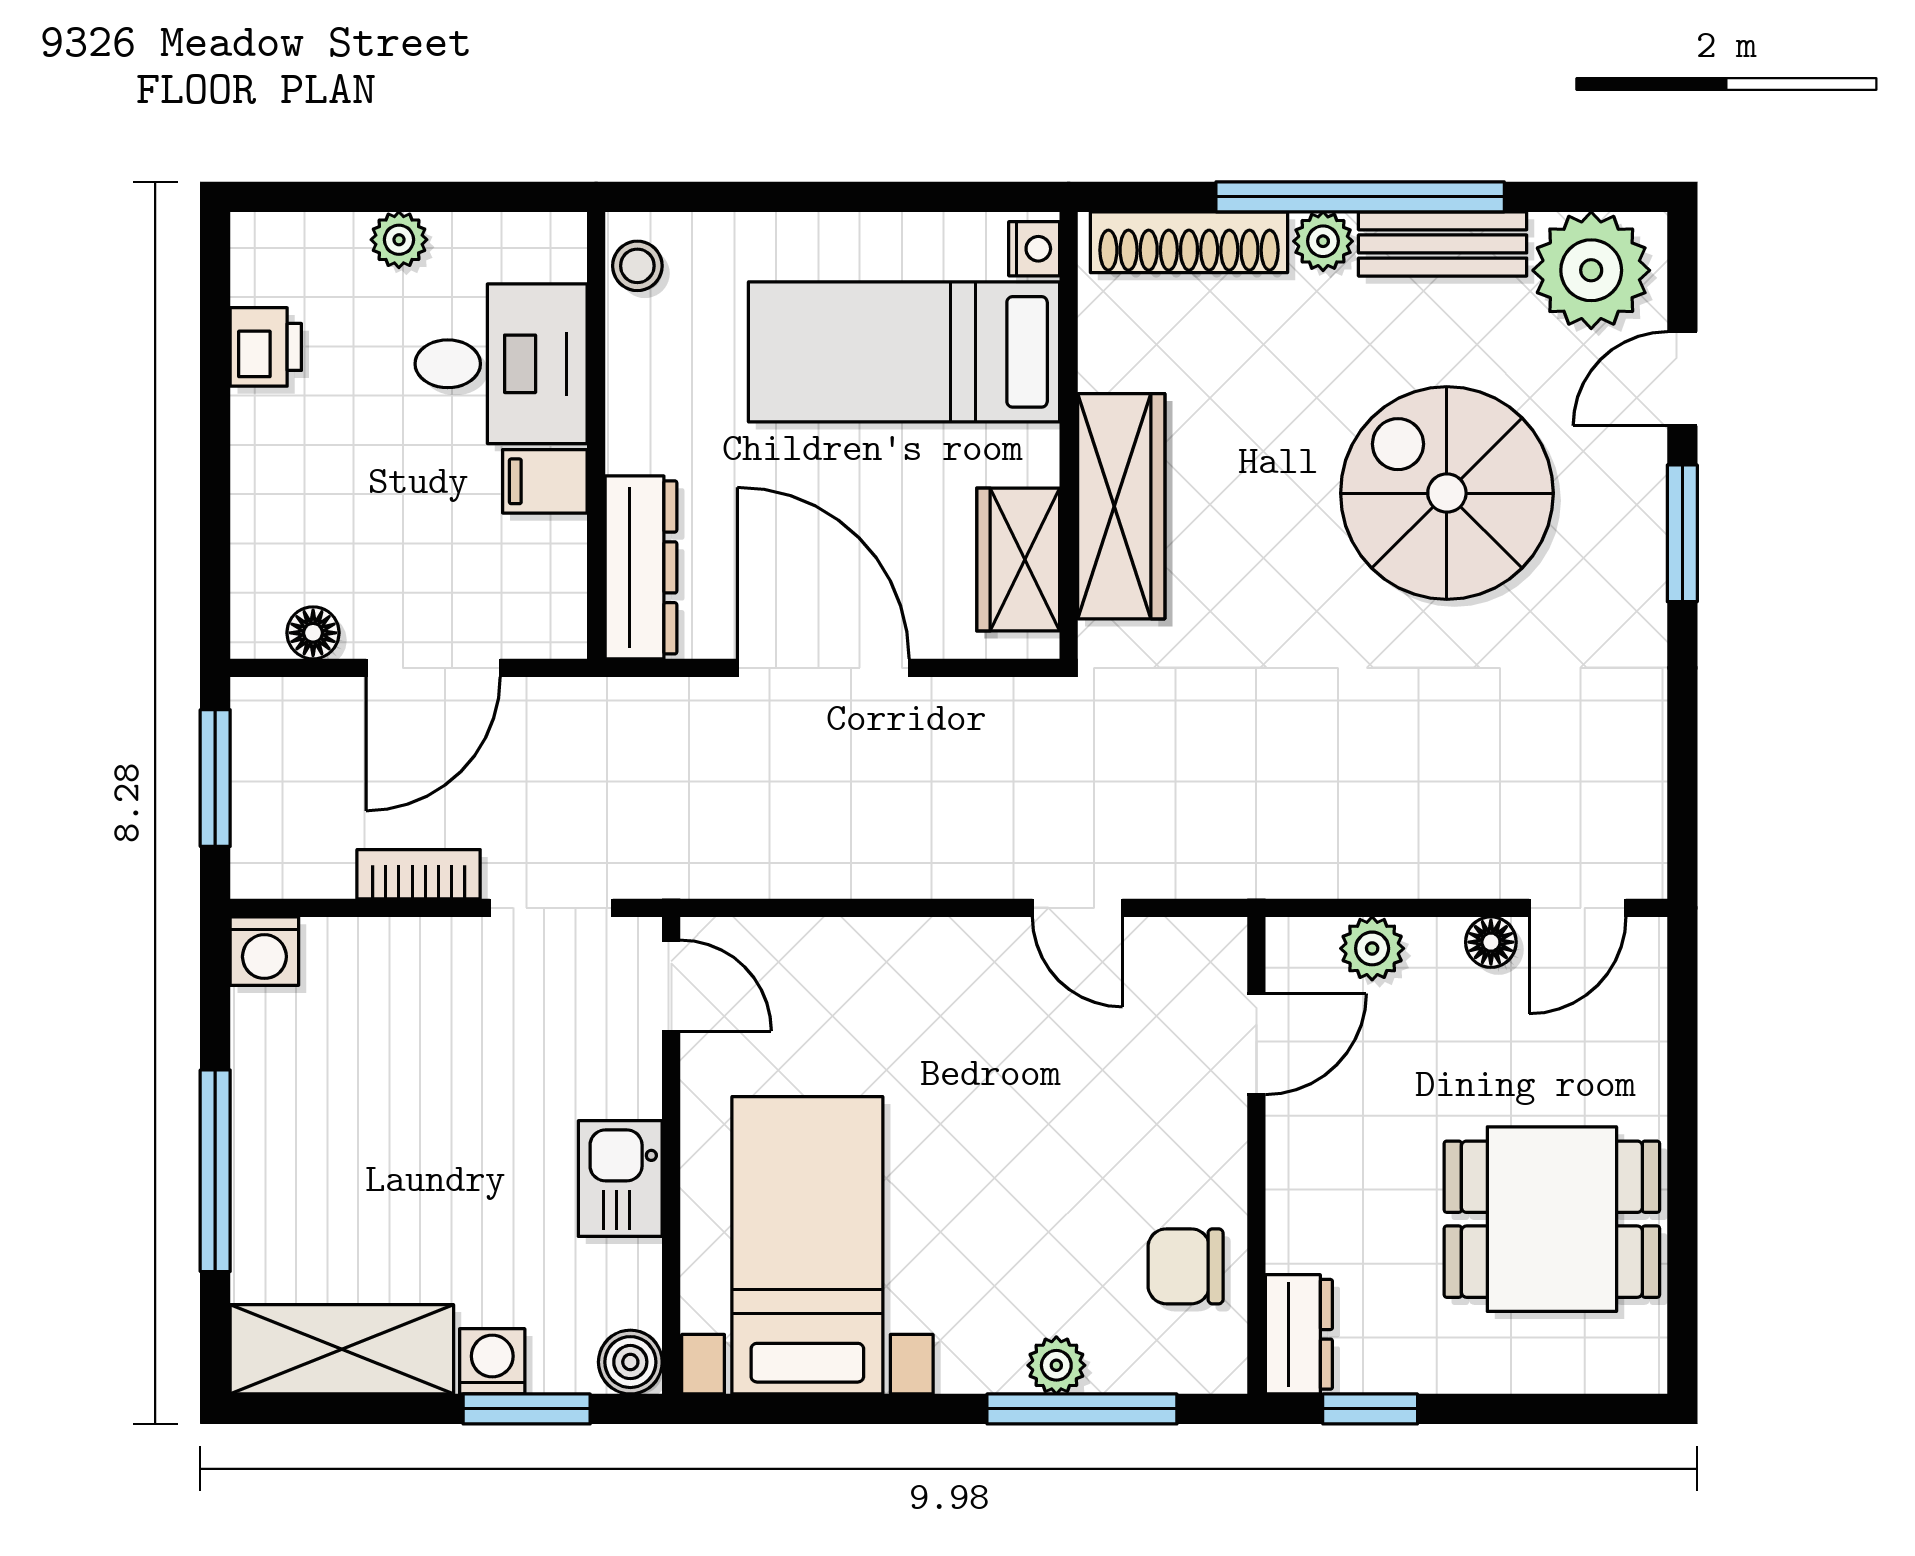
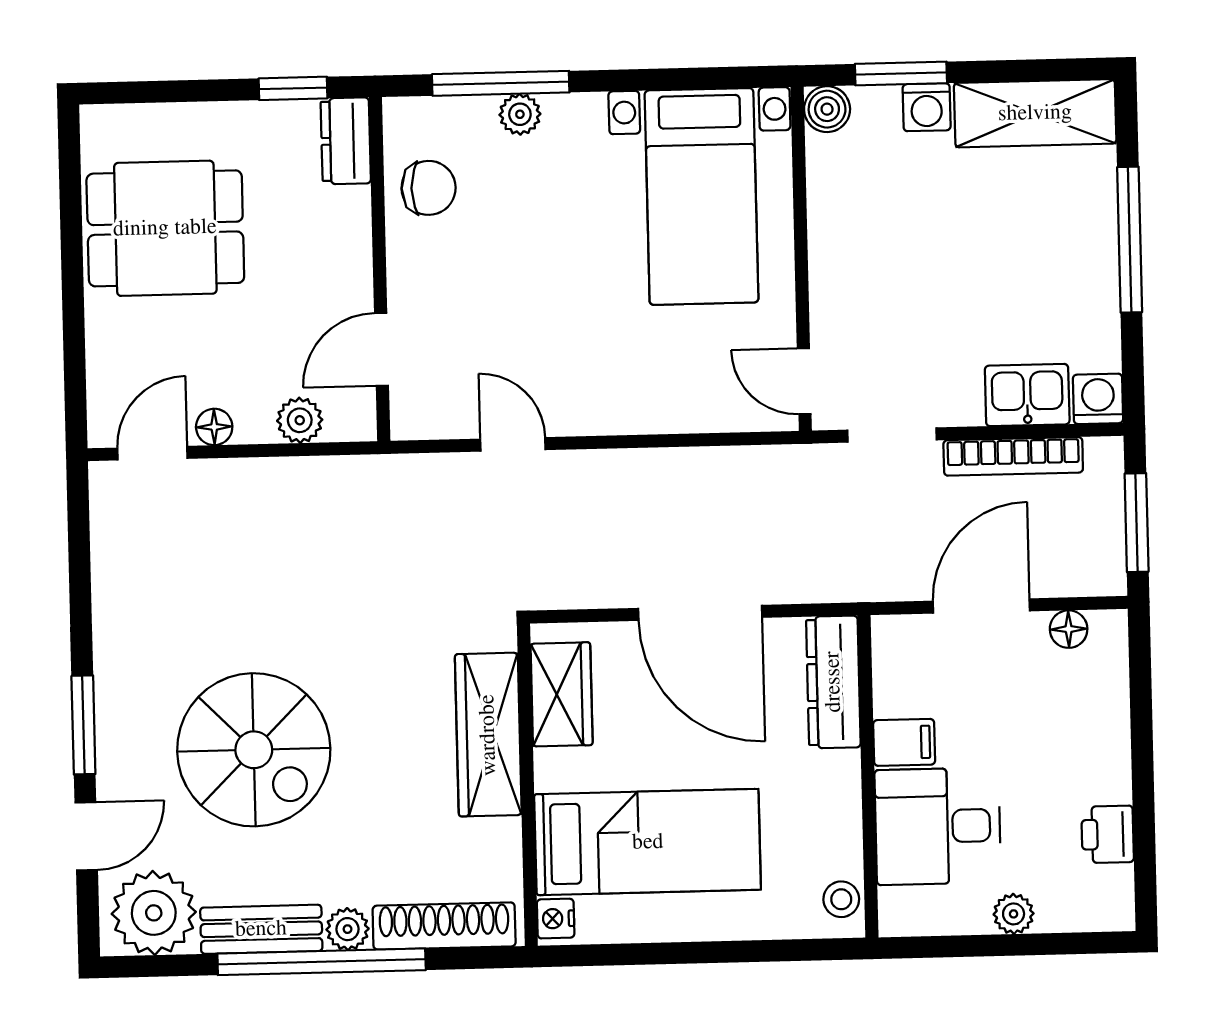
bookcase: (419, 874) -> (1013, 456), width x1.56
kitchen sink: (620, 1179) -> (1027, 395), moved, turned -90

